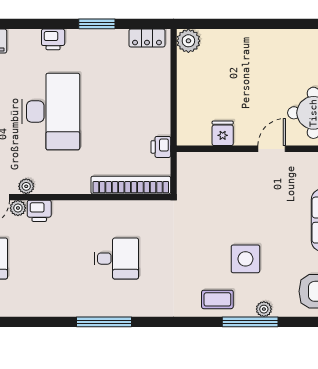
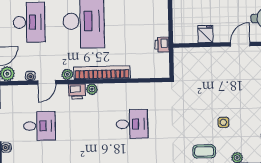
bookcase: (131, 185) -> (102, 73), moved
plant: (18, 208) -> (92, 89), moved
side table: (245, 259) -> (223, 122), width x0.54, depth x0.54

